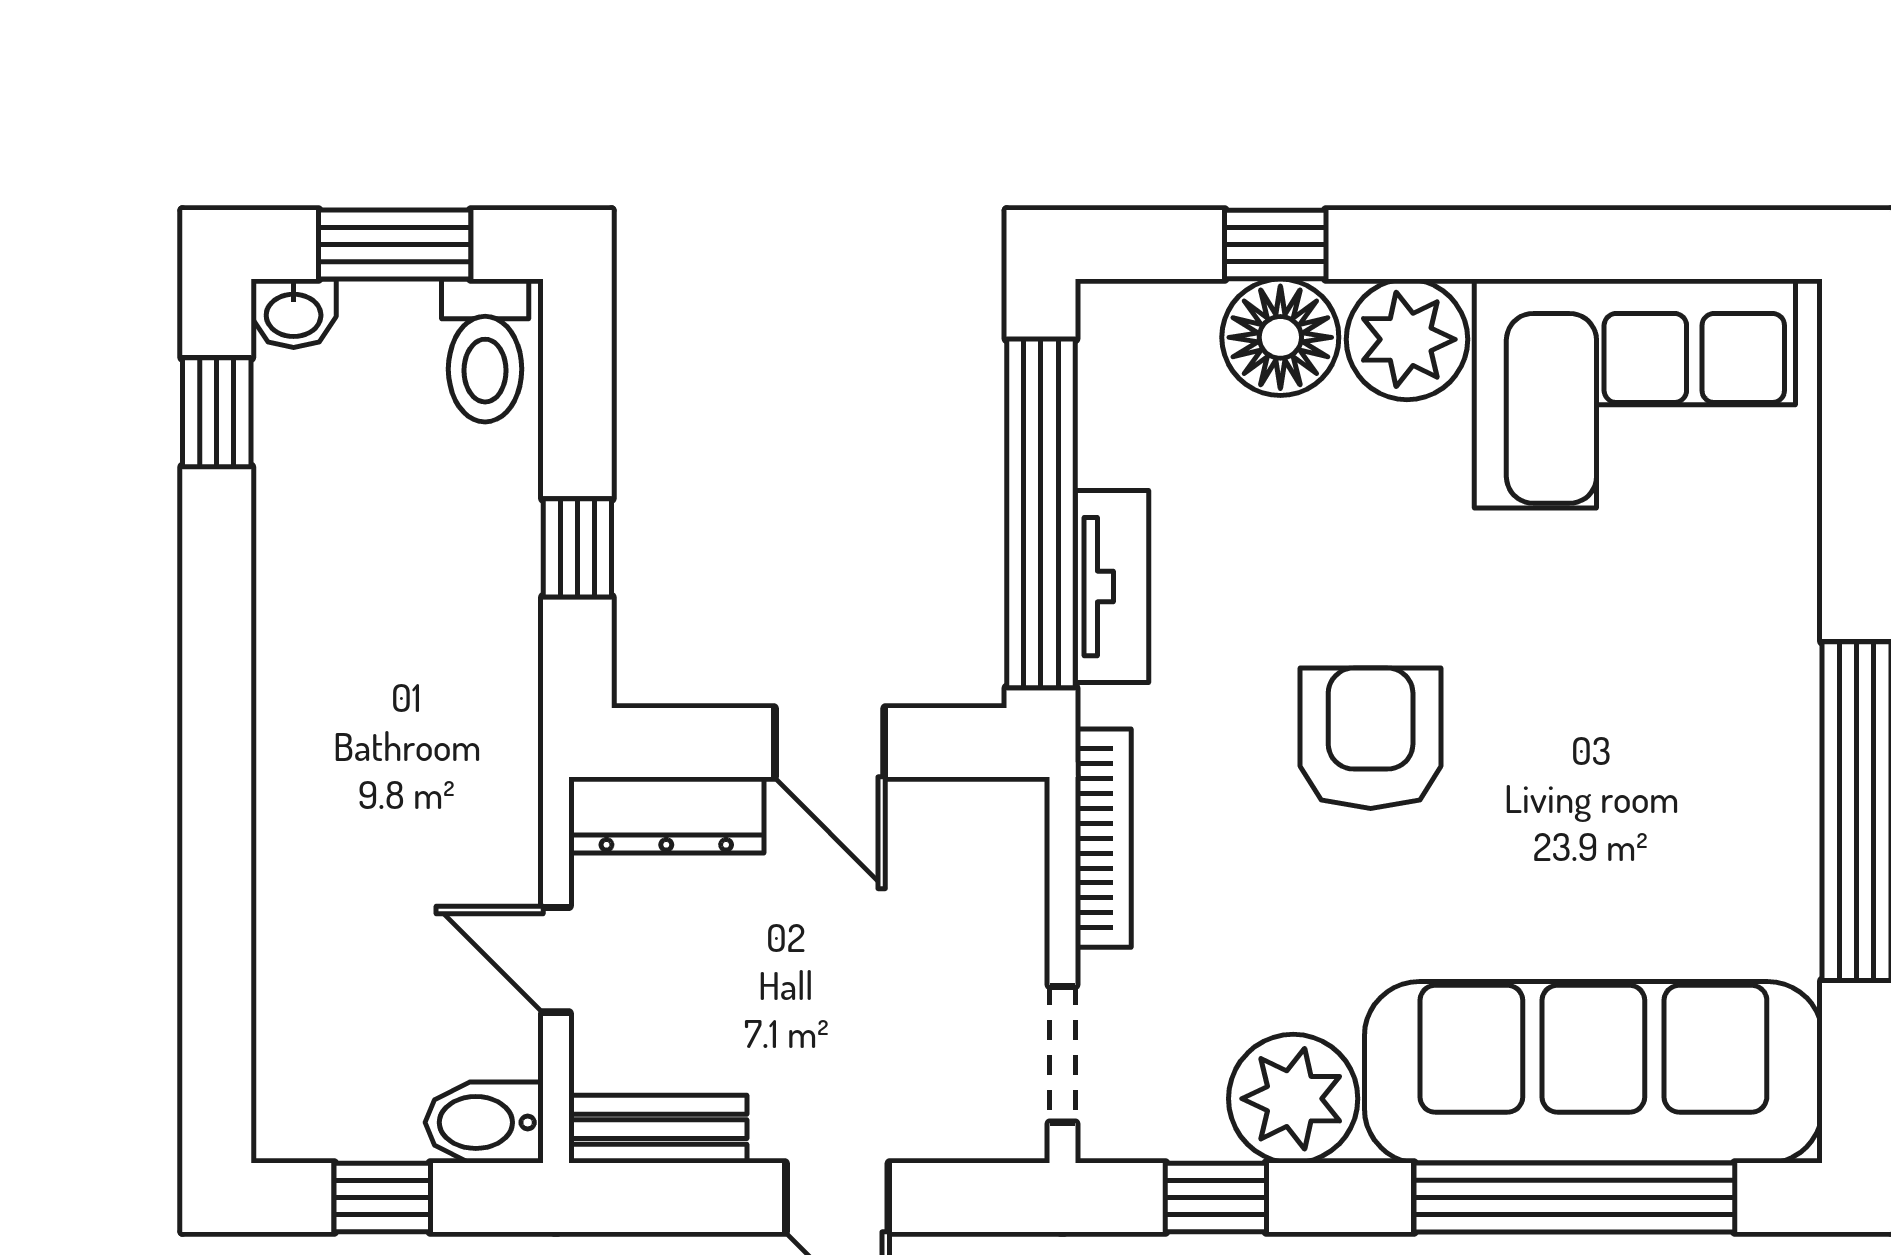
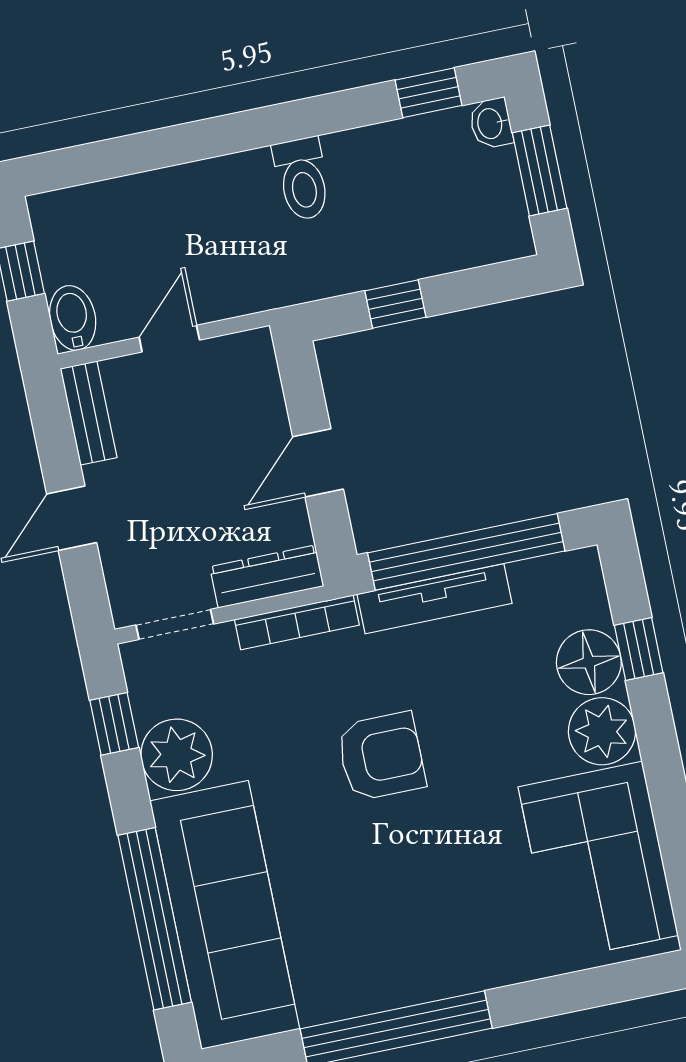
toilet: (485, 350) -> (302, 179), moved, turned -90
tv unit: (1112, 587) -> (434, 599), width x1.41
dresser: (666, 815) -> (267, 576), moved, turned 90

